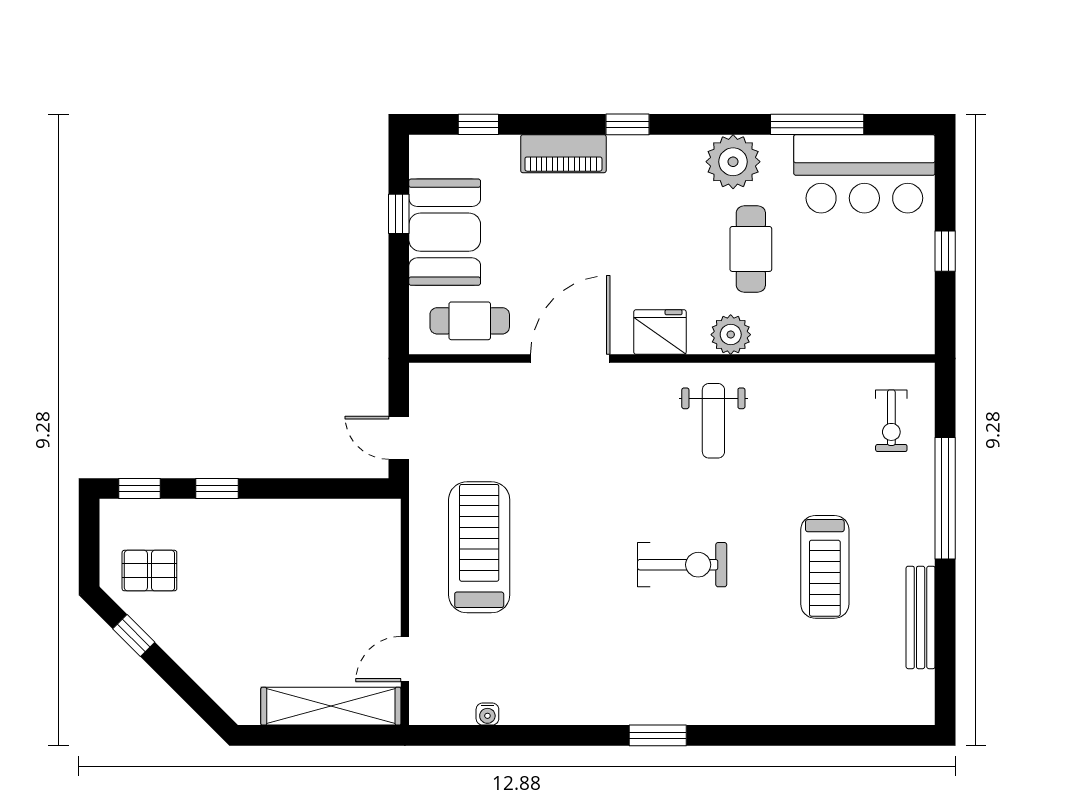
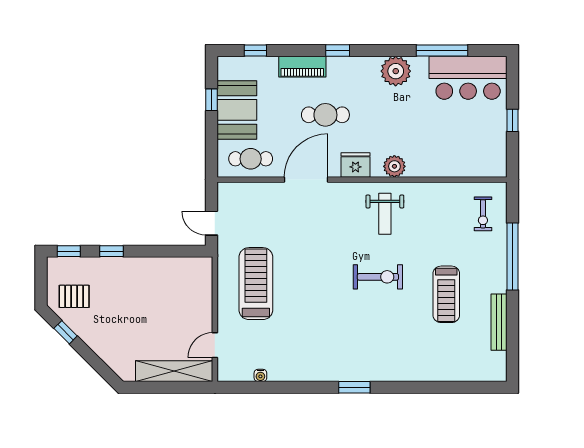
cafe table: (751, 249) -> (325, 115), moved, turned 90
exercise bike: (682, 565) -> (378, 277), moved

